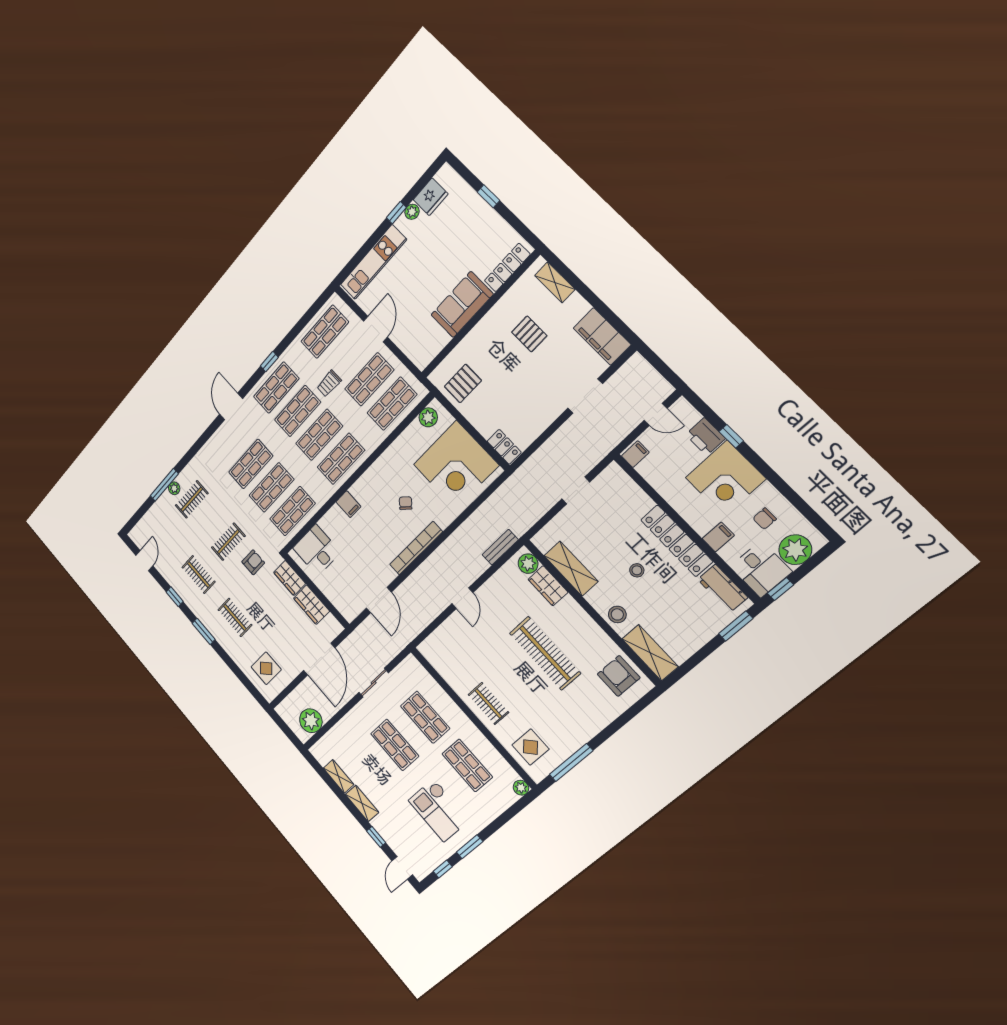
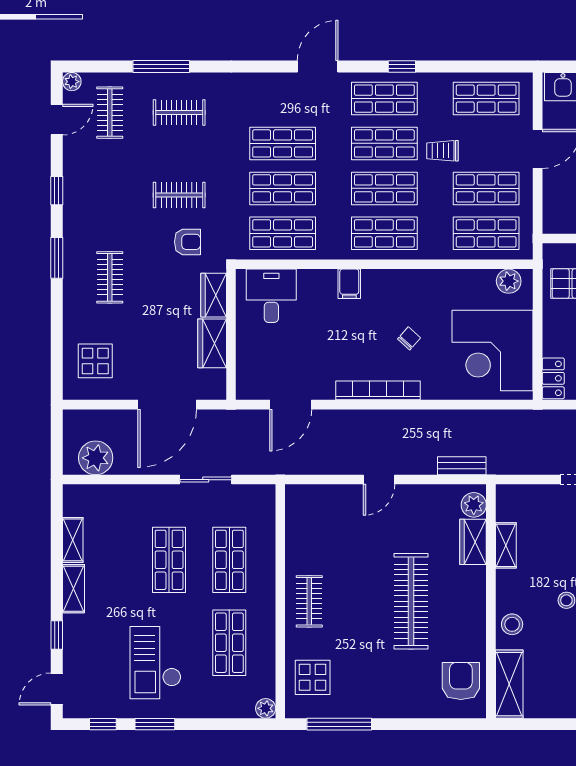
plant: (174, 488) -> (72, 82), moved
shelving: (571, 568) -> (506, 545), width x0.67, depth x0.75
clothes rail: (199, 575) -> (110, 113), moved

